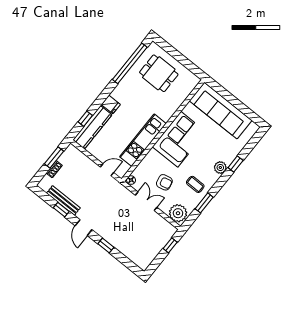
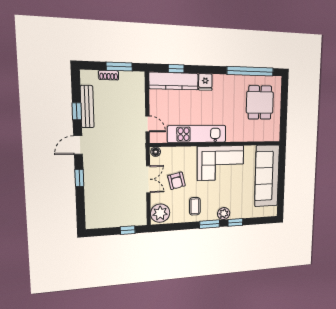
window: (204, 203) -> (210, 224), moved

